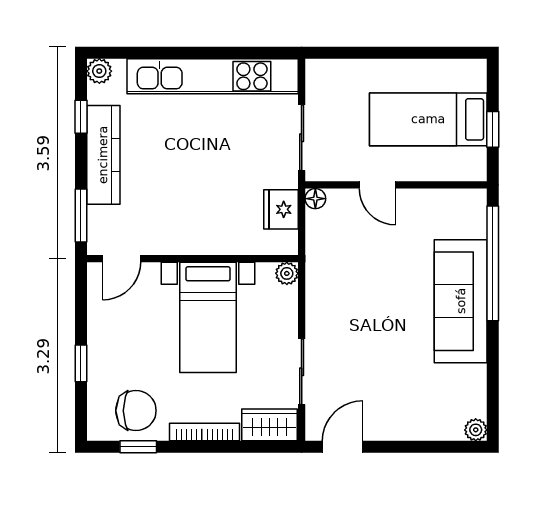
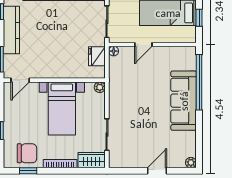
door: (377, 185) -> (143, 45), hinge flipped
door: (343, 447) -> (157, 171), moved

